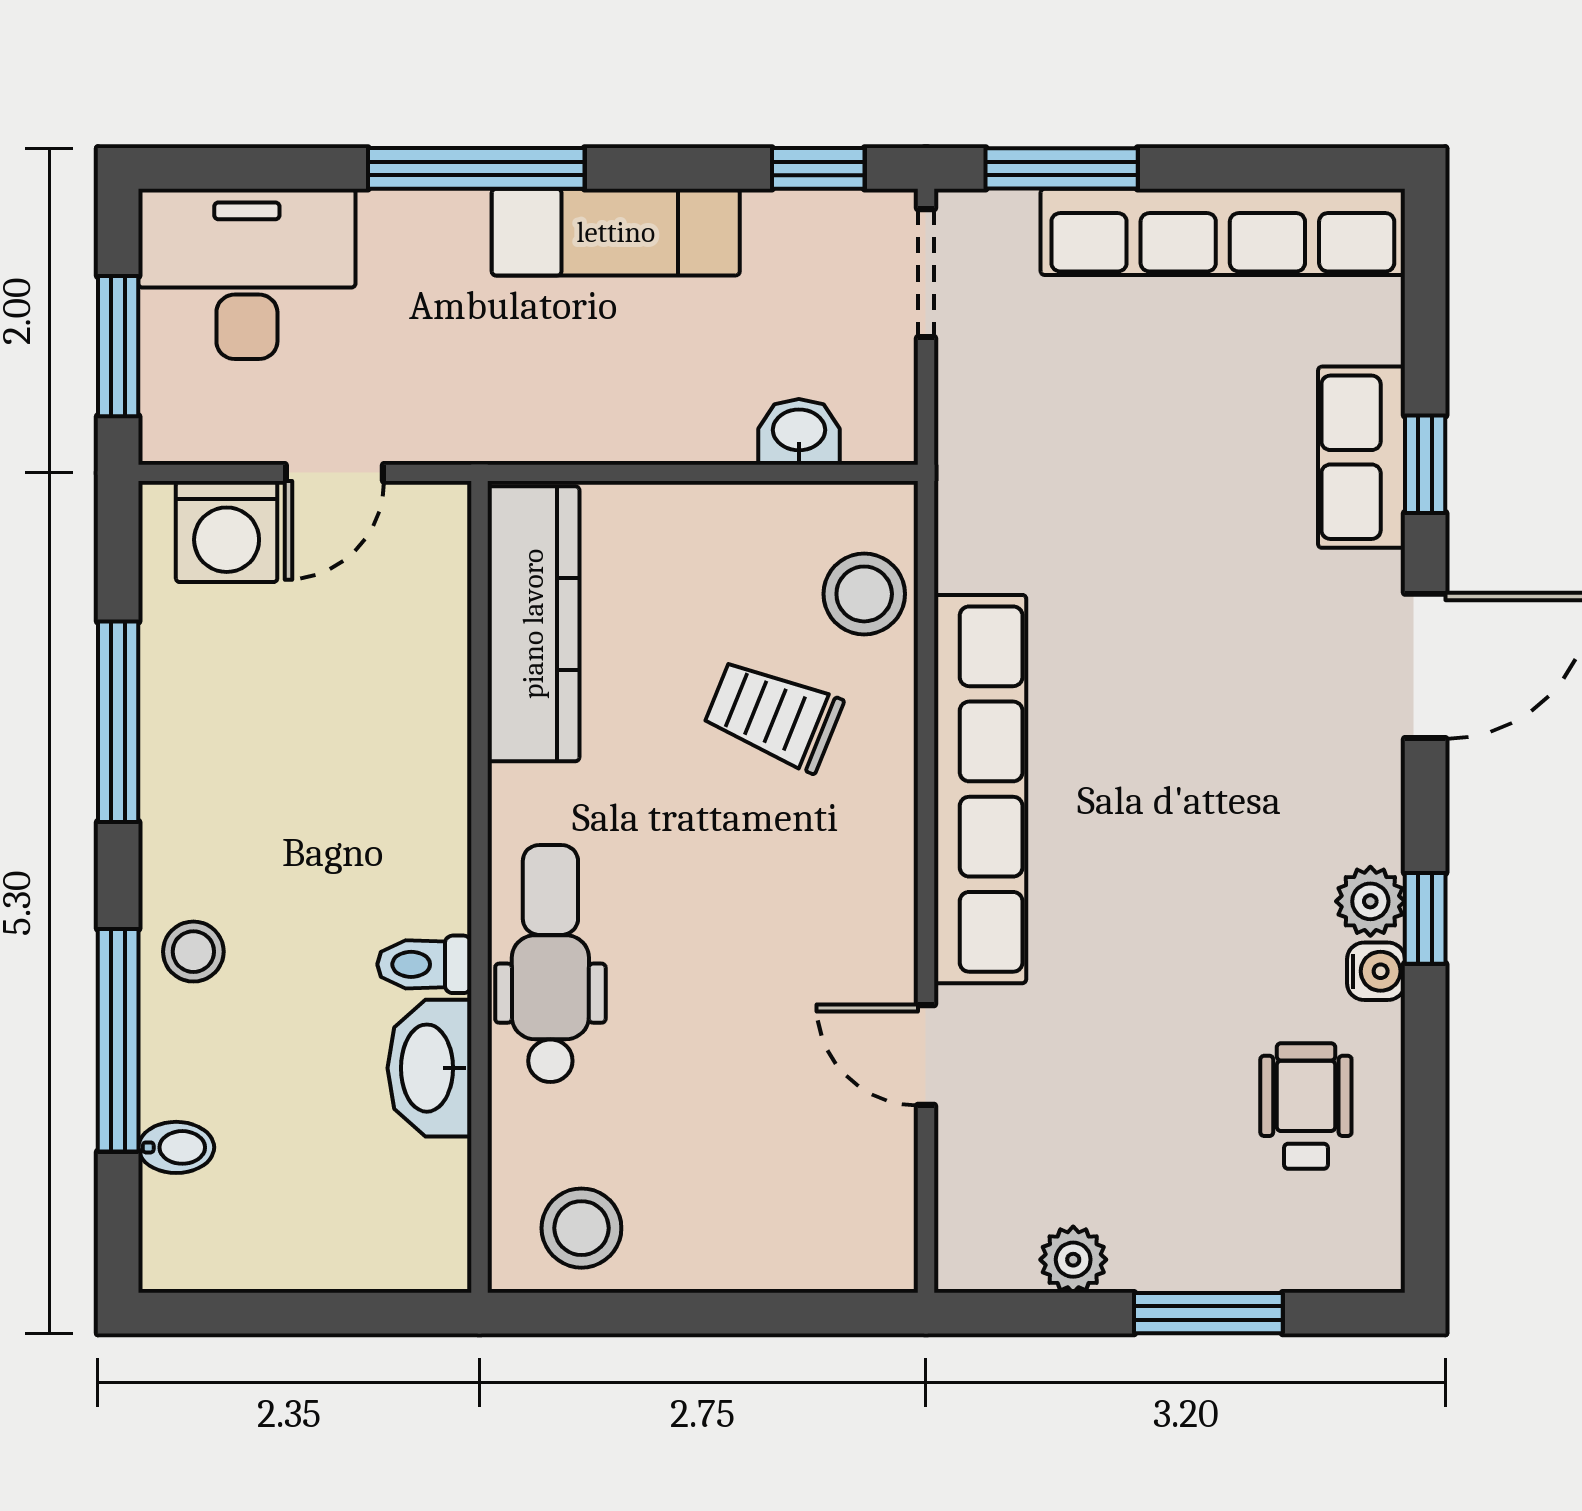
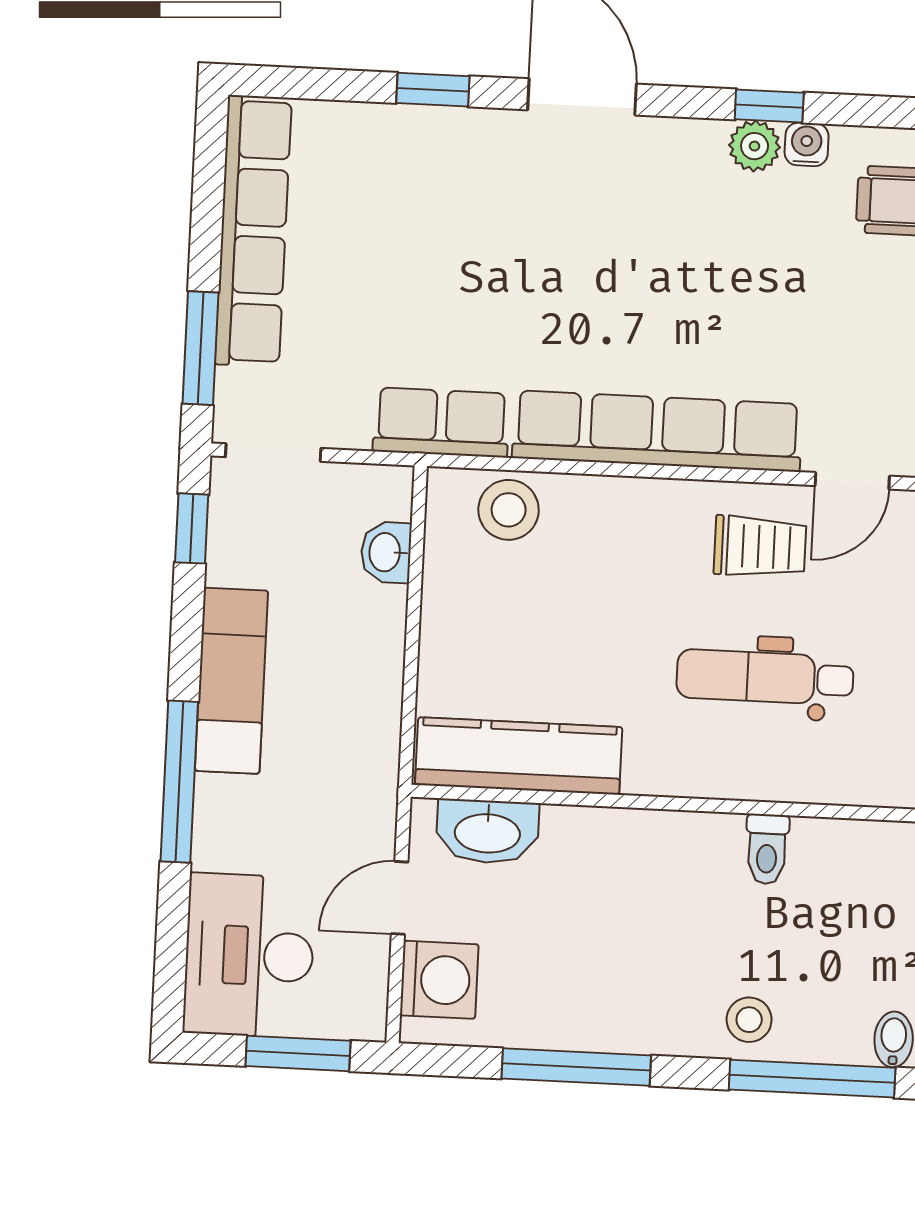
row of seats: (1361, 457) -> (441, 422), moved, turned 180
door: (334, 473) -> (400, 898), swing flipped
trolley: (773, 715) -> (760, 547), moved, turned -112
dental chair: (550, 963) -> (765, 677), moved
washbasin: (429, 1068) -> (487, 832), moved

